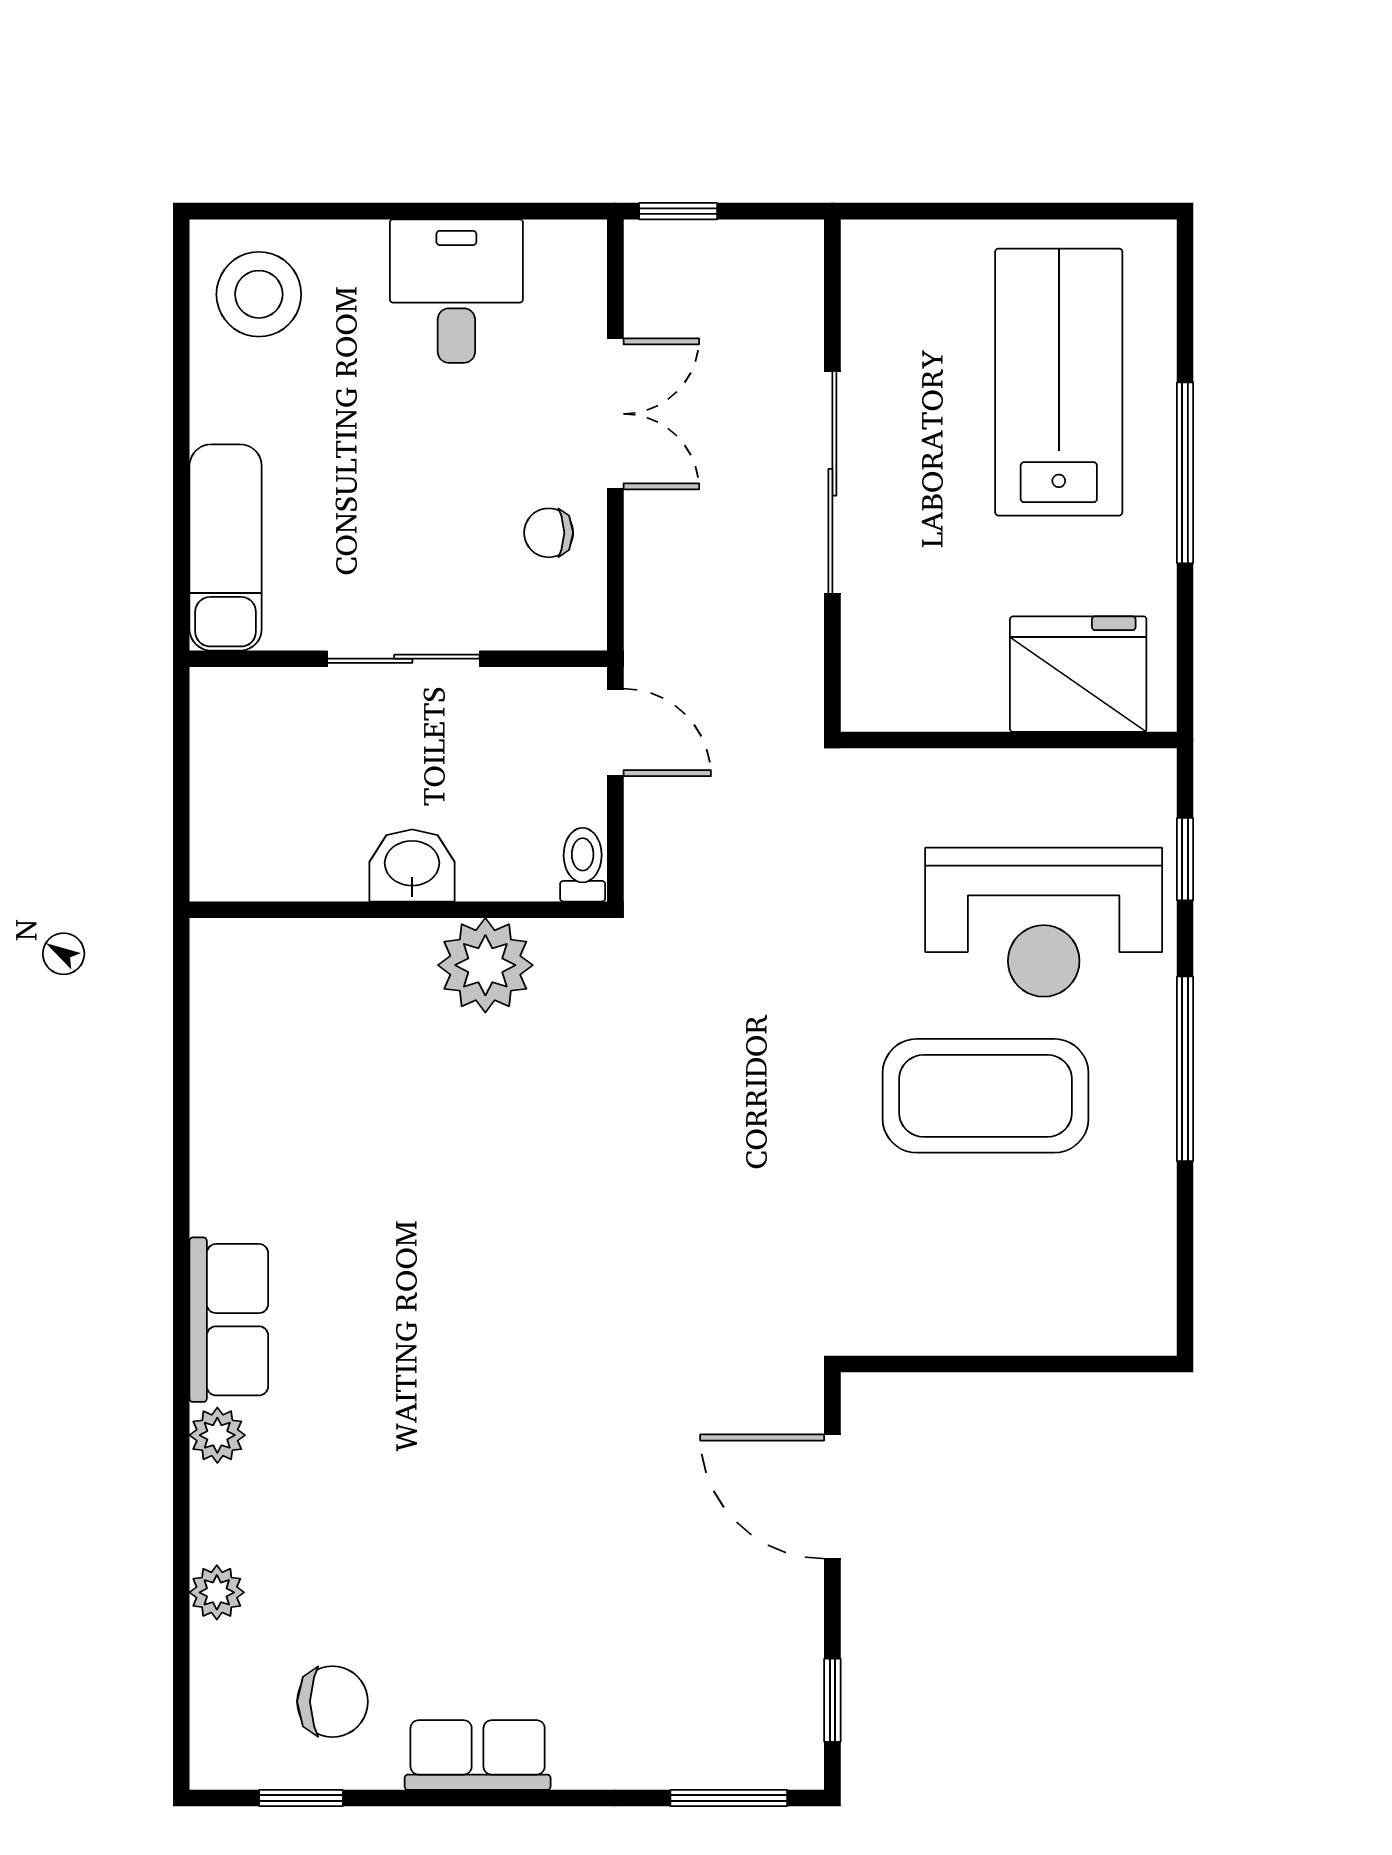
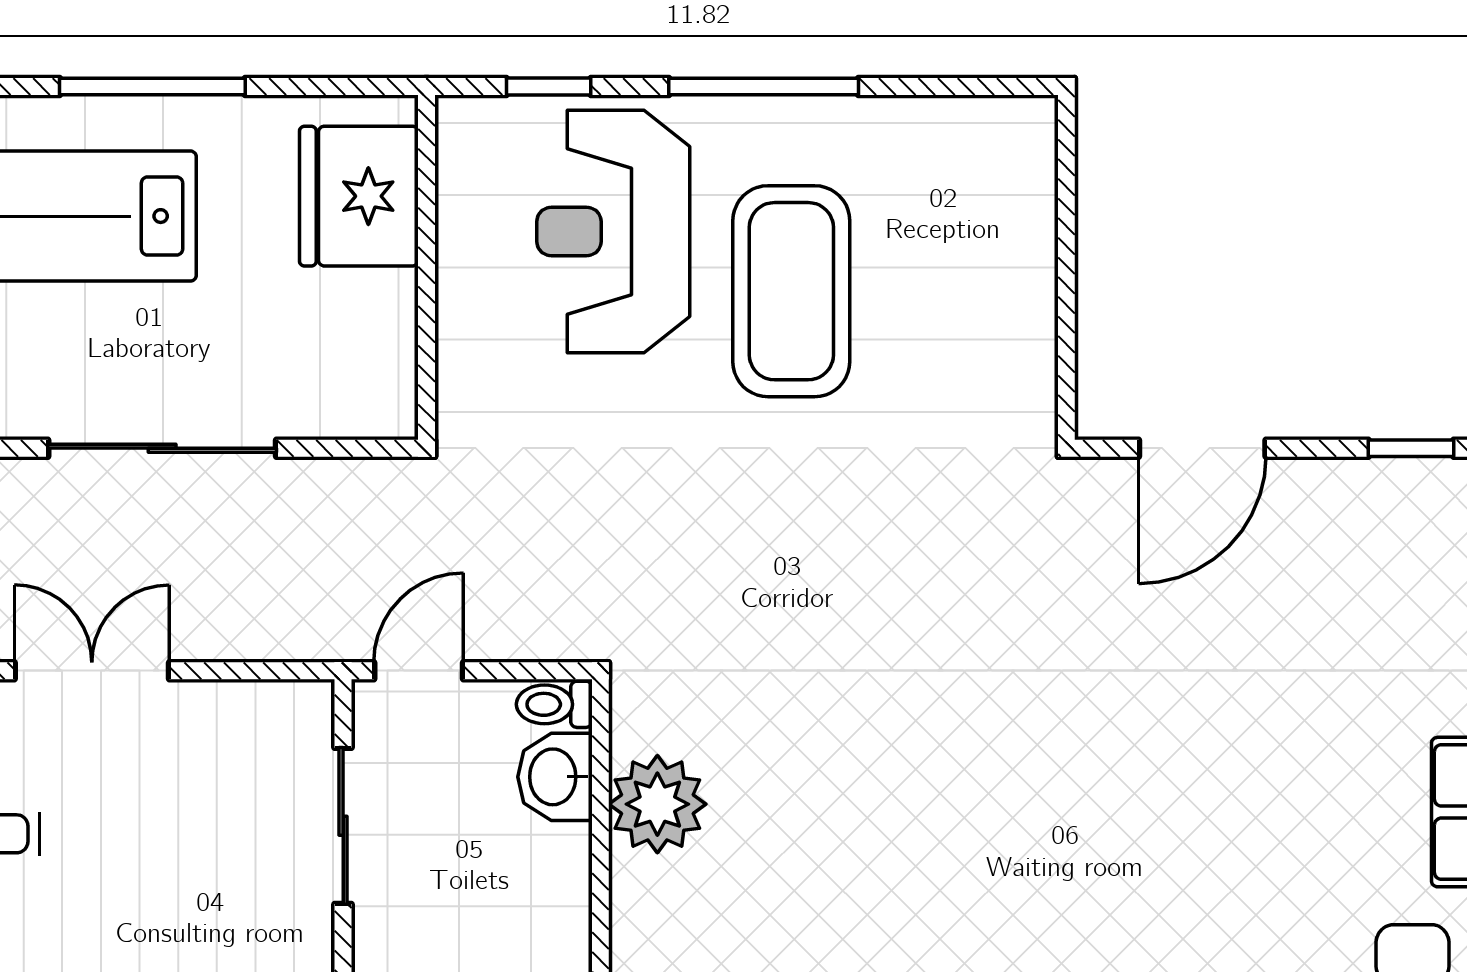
chair: (549, 533) -> (214, 739), removed
sliding door: (403, 659) -> (343, 826), moved
washbasin: (412, 865) -> (555, 777), moved
reception desk: (1044, 922) -> (613, 232), turned 180

